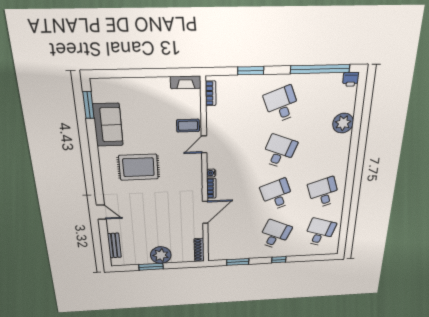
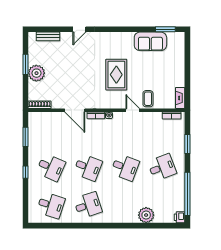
rug: (138, 167) -> (116, 75), moved
desk: (277, 195) -> (88, 167), turned 42

